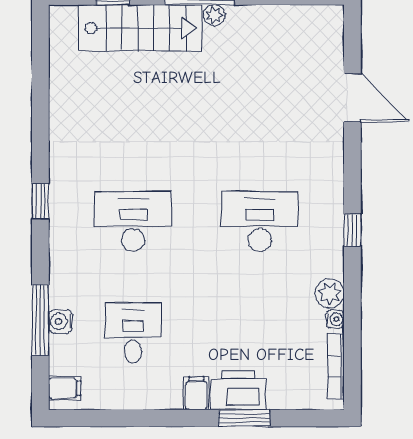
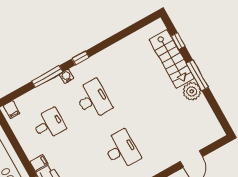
plant: (214, 15) -> (192, 91), width x1.87, depth x1.87
window: (40, 320) -> (47, 77), moved
water cooler: (61, 321) -> (66, 76), moved

